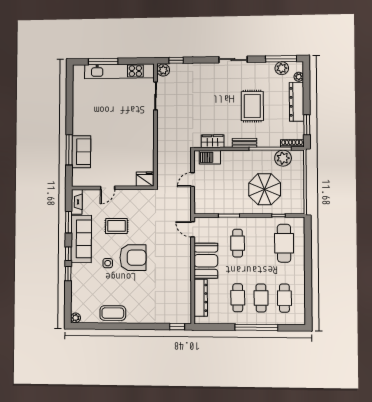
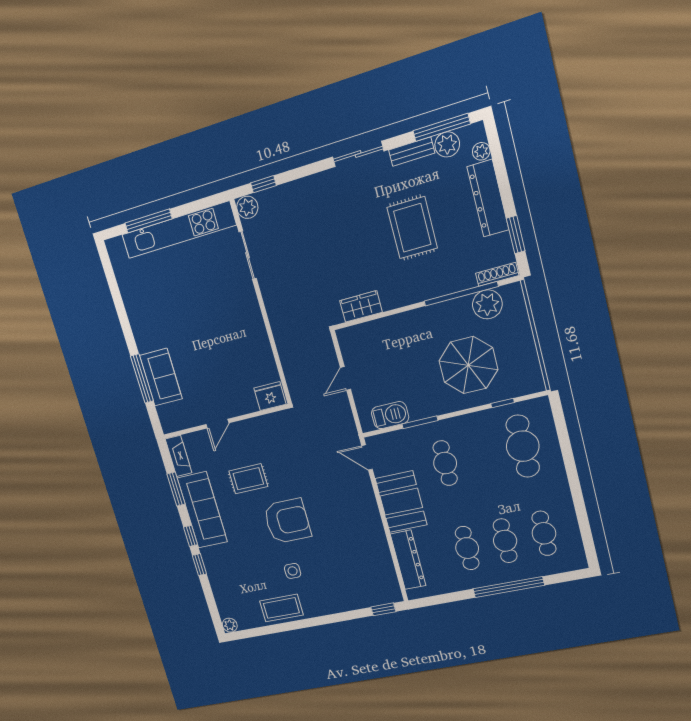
bench: (245, 143) -> (412, 152), moved
barbecue: (210, 157) -> (390, 415), moved, turned 180
side table: (108, 263) -> (293, 571), moved

